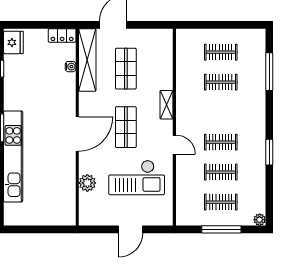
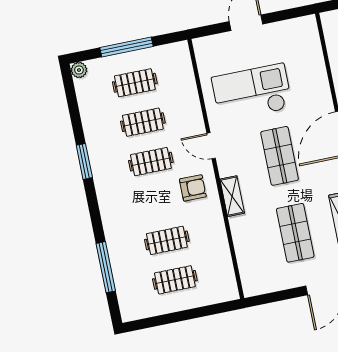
armchair: (194, 117) -> (193, 188), added
plant: (87, 183) -> (315, 72), removed

